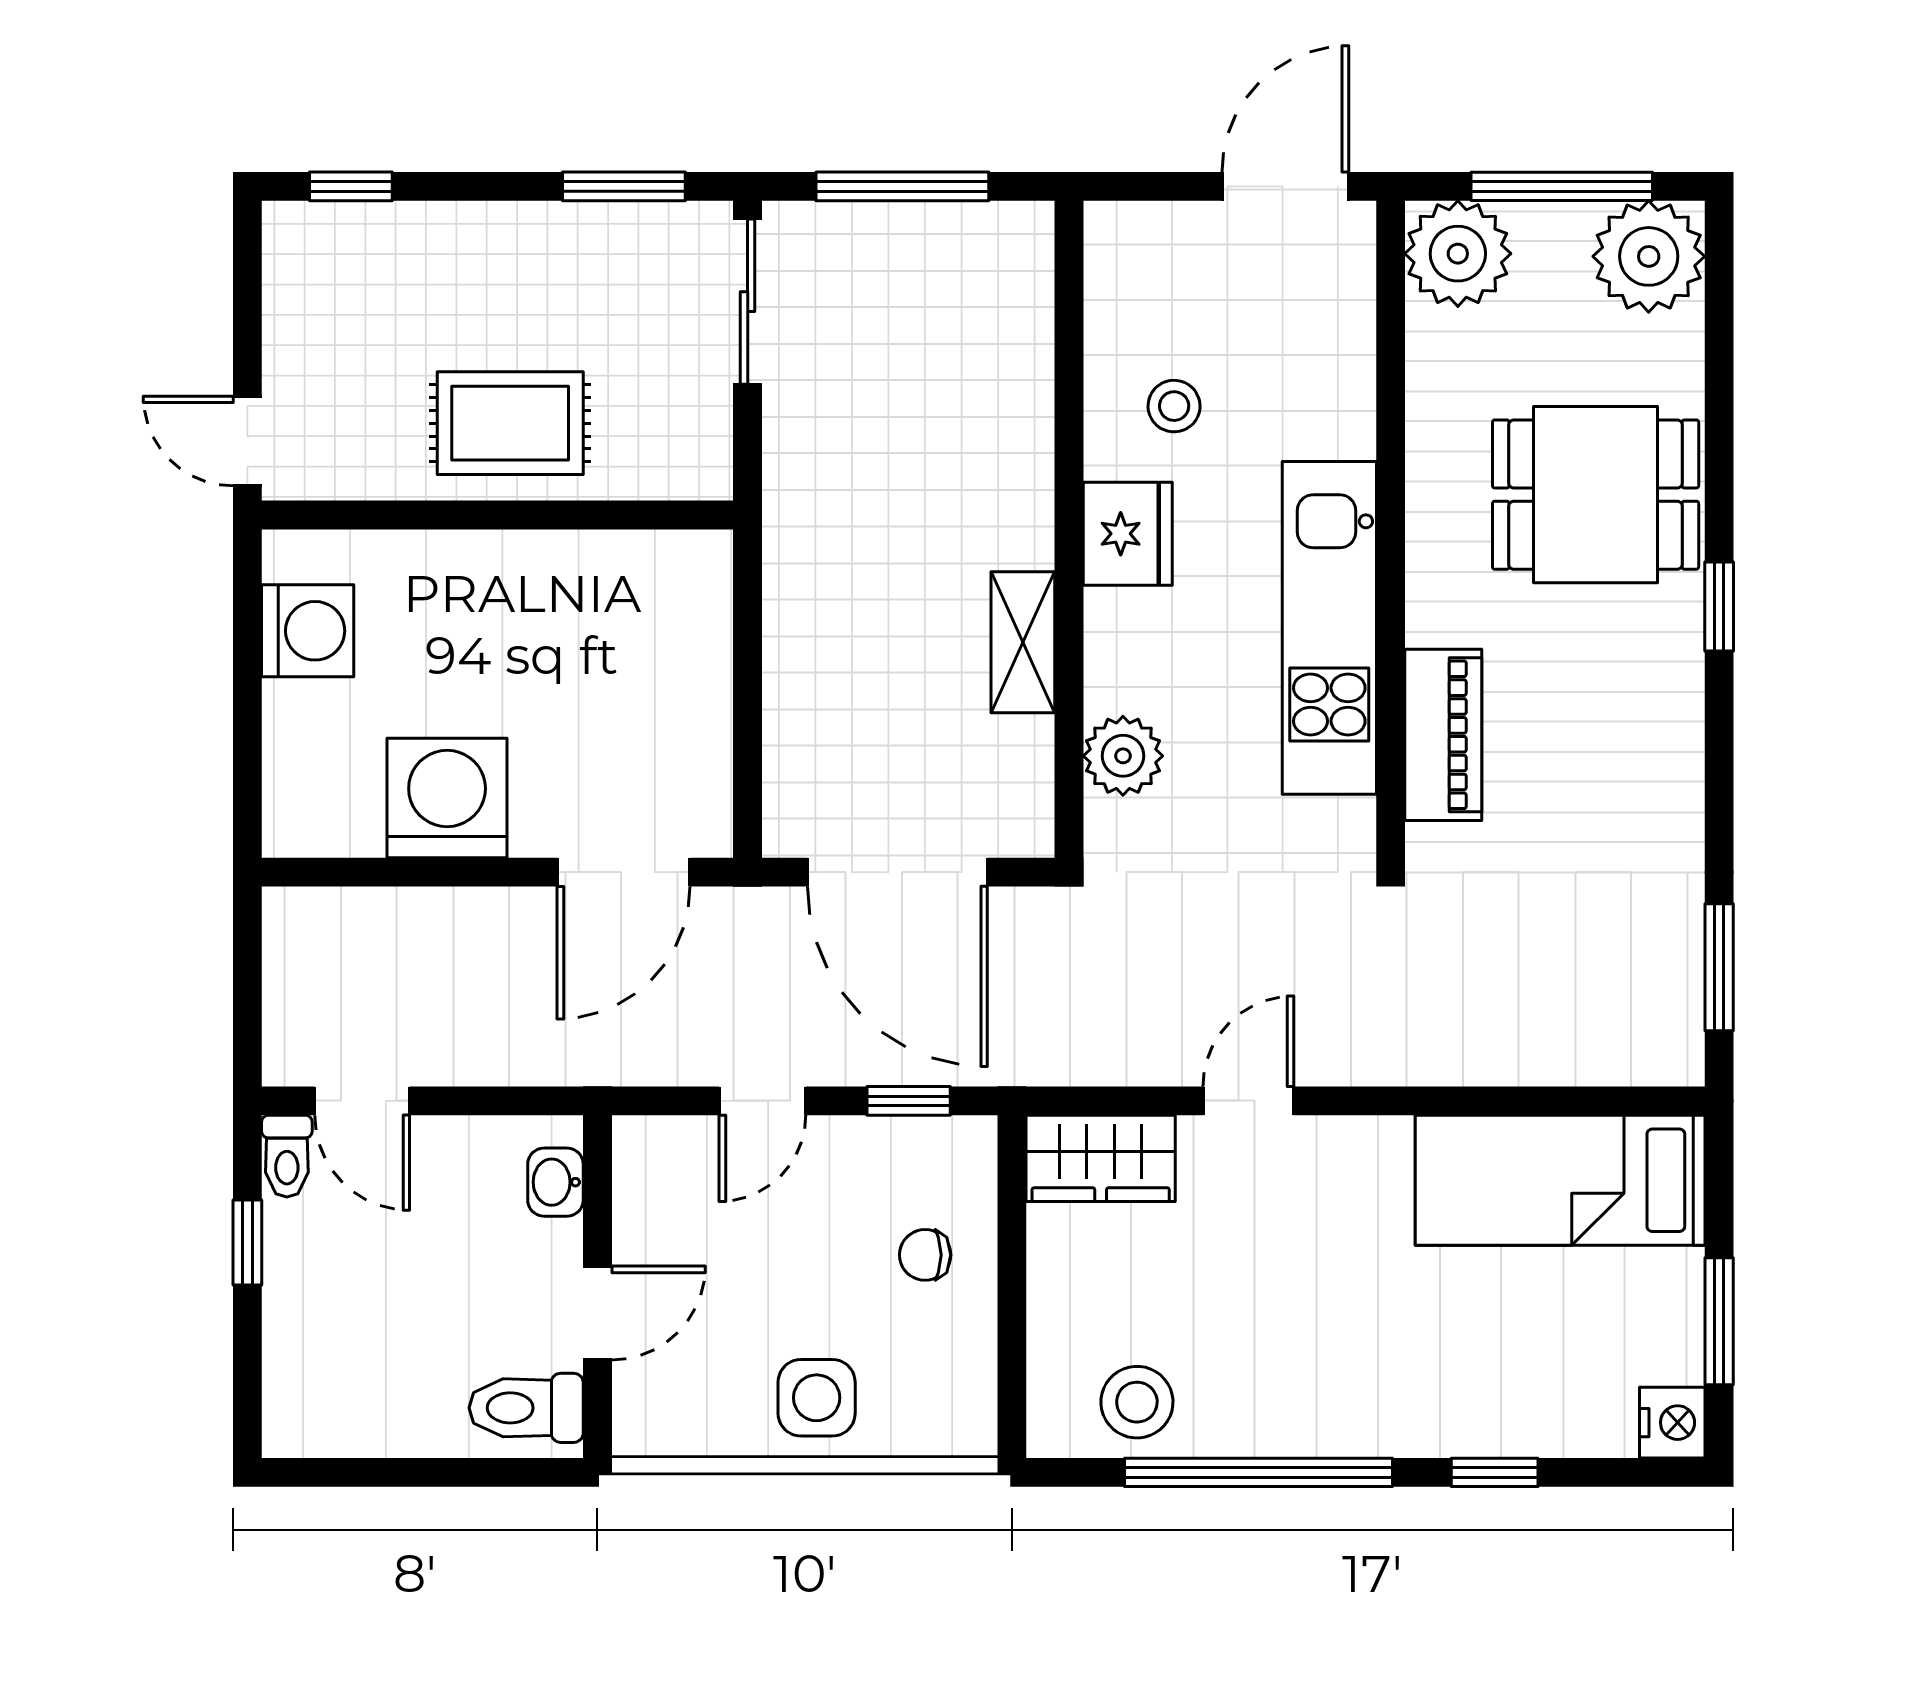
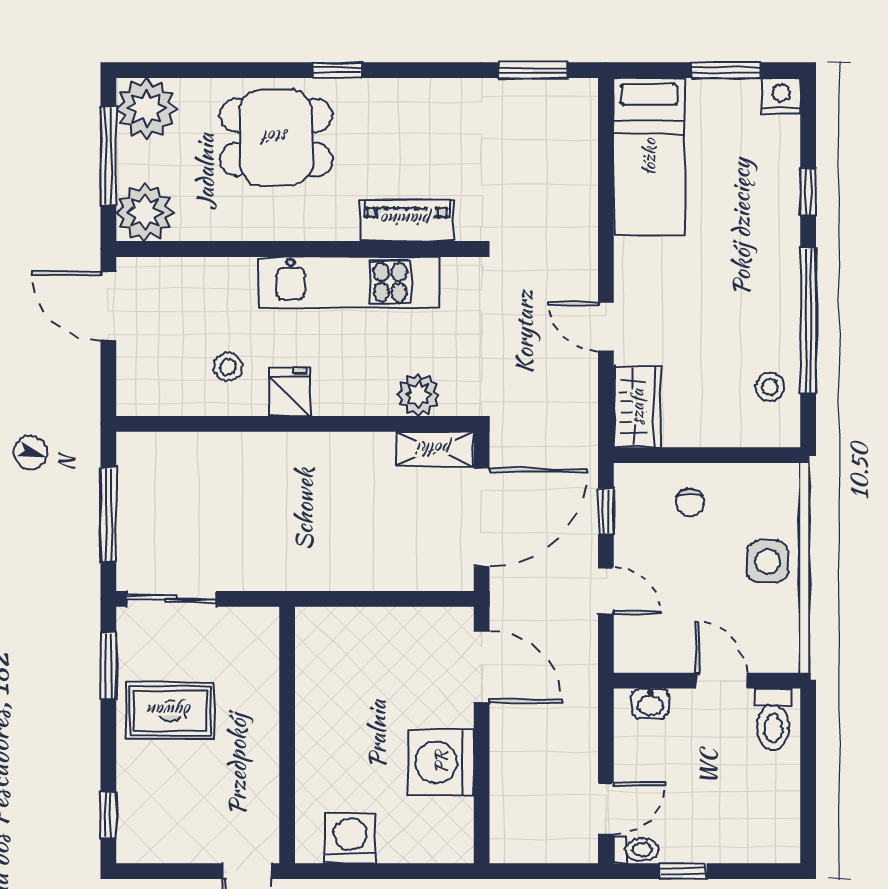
rug: (510, 423) -> (170, 711), moved, turned 90
dining table: (1596, 495) -> (276, 137), turned 90
fridge: (1128, 534) -> (290, 392), width x0.72
shelving: (1023, 642) -> (435, 449), moved
stool: (1137, 1402) -> (770, 387), width x0.73, depth x0.73

